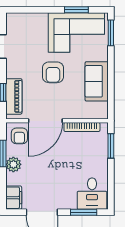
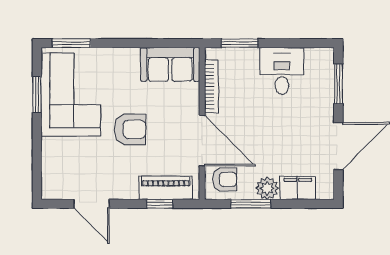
sofa: (97, 81) -> (170, 64), moved
desk: (92, 194) -> (282, 71), moved, turned -90
filing cabinet: (14, 198) -> (298, 188), moved

